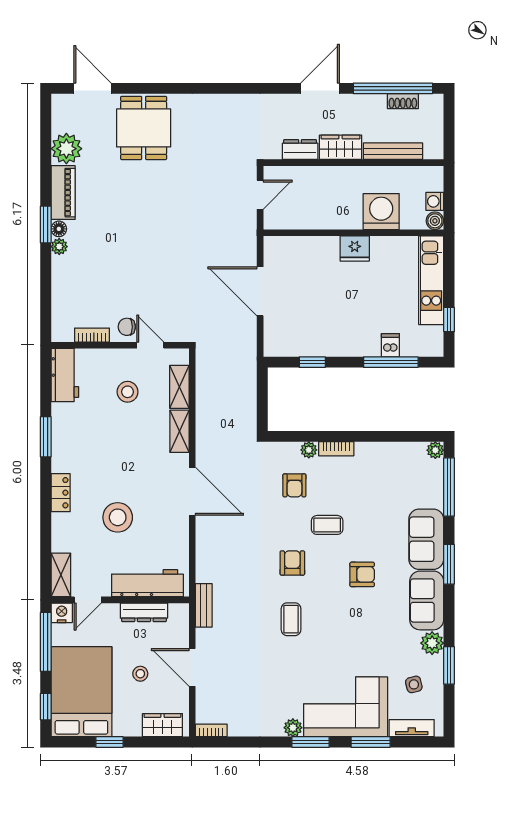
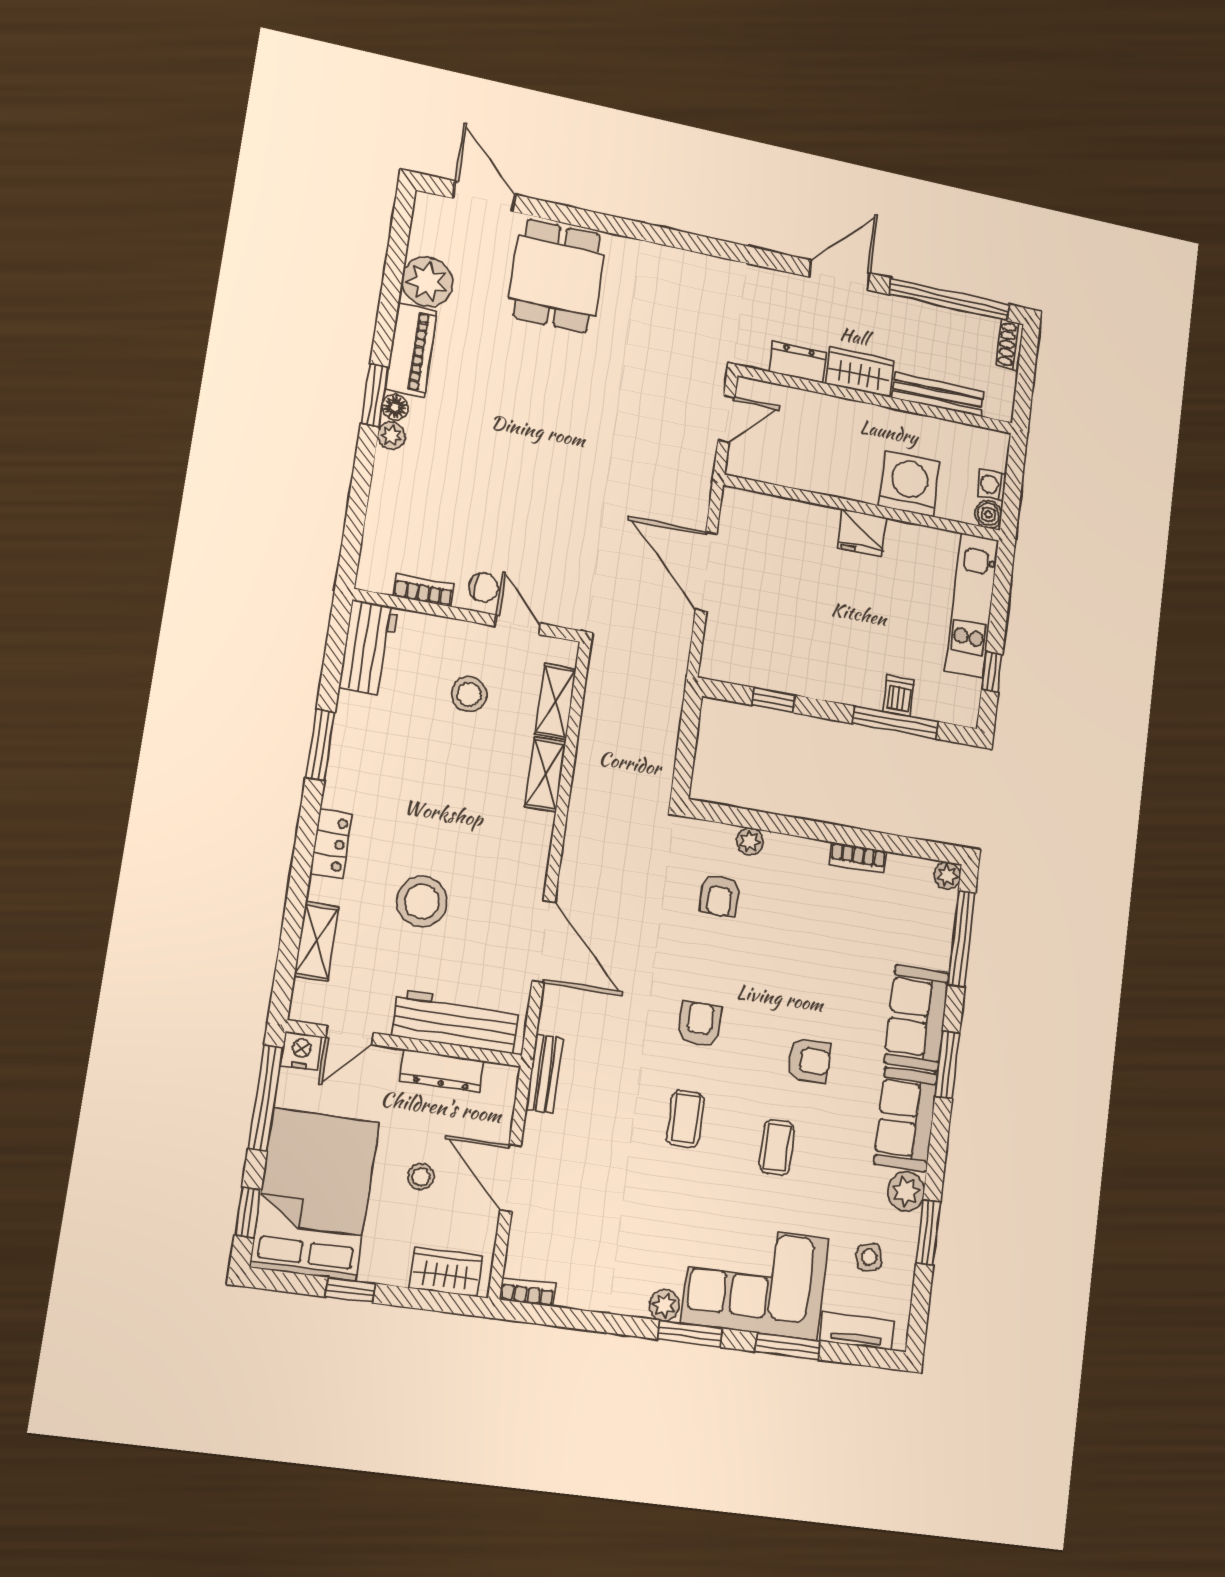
shoe rack: (403, 101) -> (1010, 345), moved, turned 90
chair: (127, 327) -> (483, 588), turned 180
bookcase: (336, 449) -> (858, 858), moved
door: (192, 491) -> (543, 941), moved
coffee table: (327, 525) -> (777, 1147), moved, turned 90
shelving: (61, 575) -> (317, 941), moved

